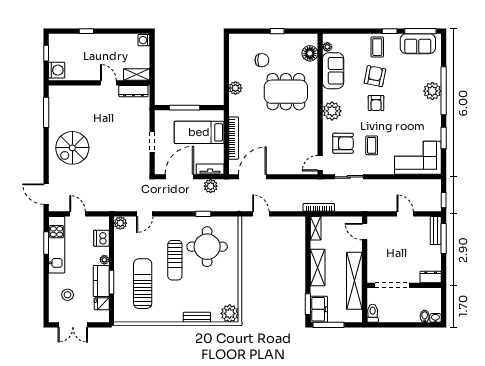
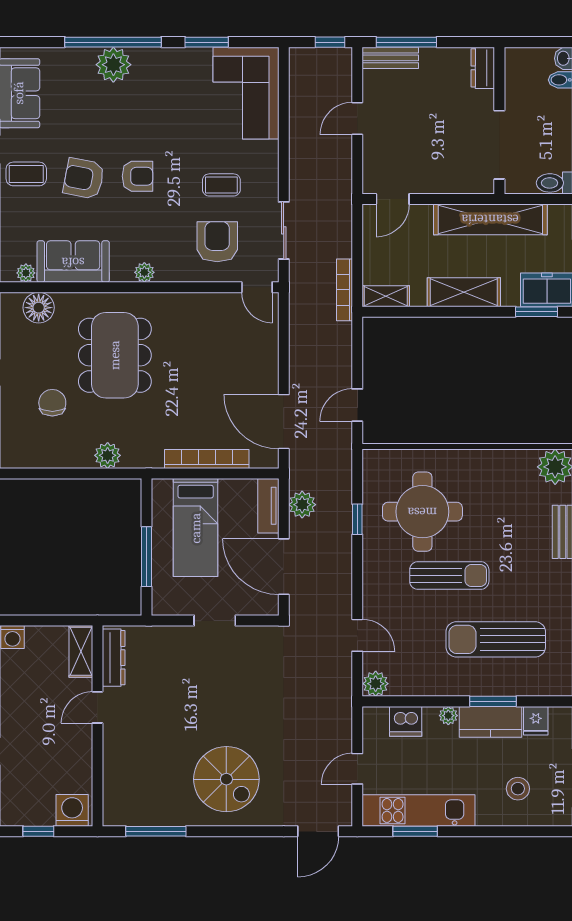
plant: (332, 111) -> (144, 272), width x0.53, depth x0.53

